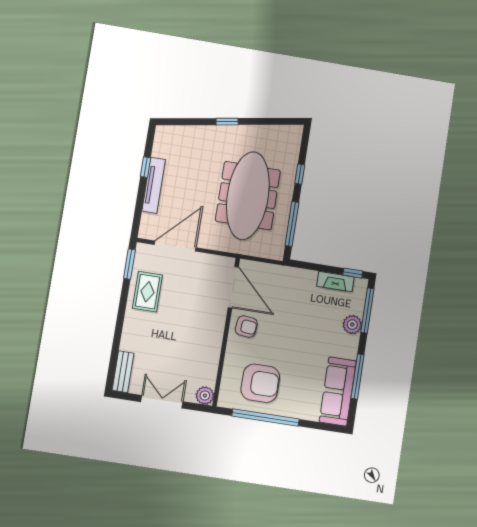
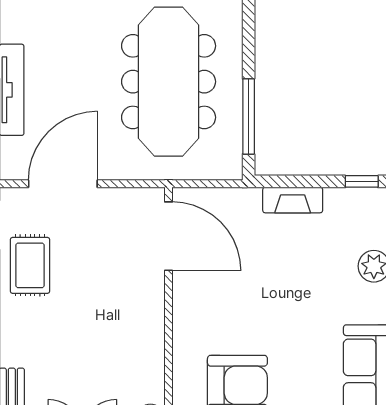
window: (300, 174) -> (249, 32), removed
fireplace: (335, 282) -> (293, 200), moved
armchair: (246, 326) -> (200, 297), removed

